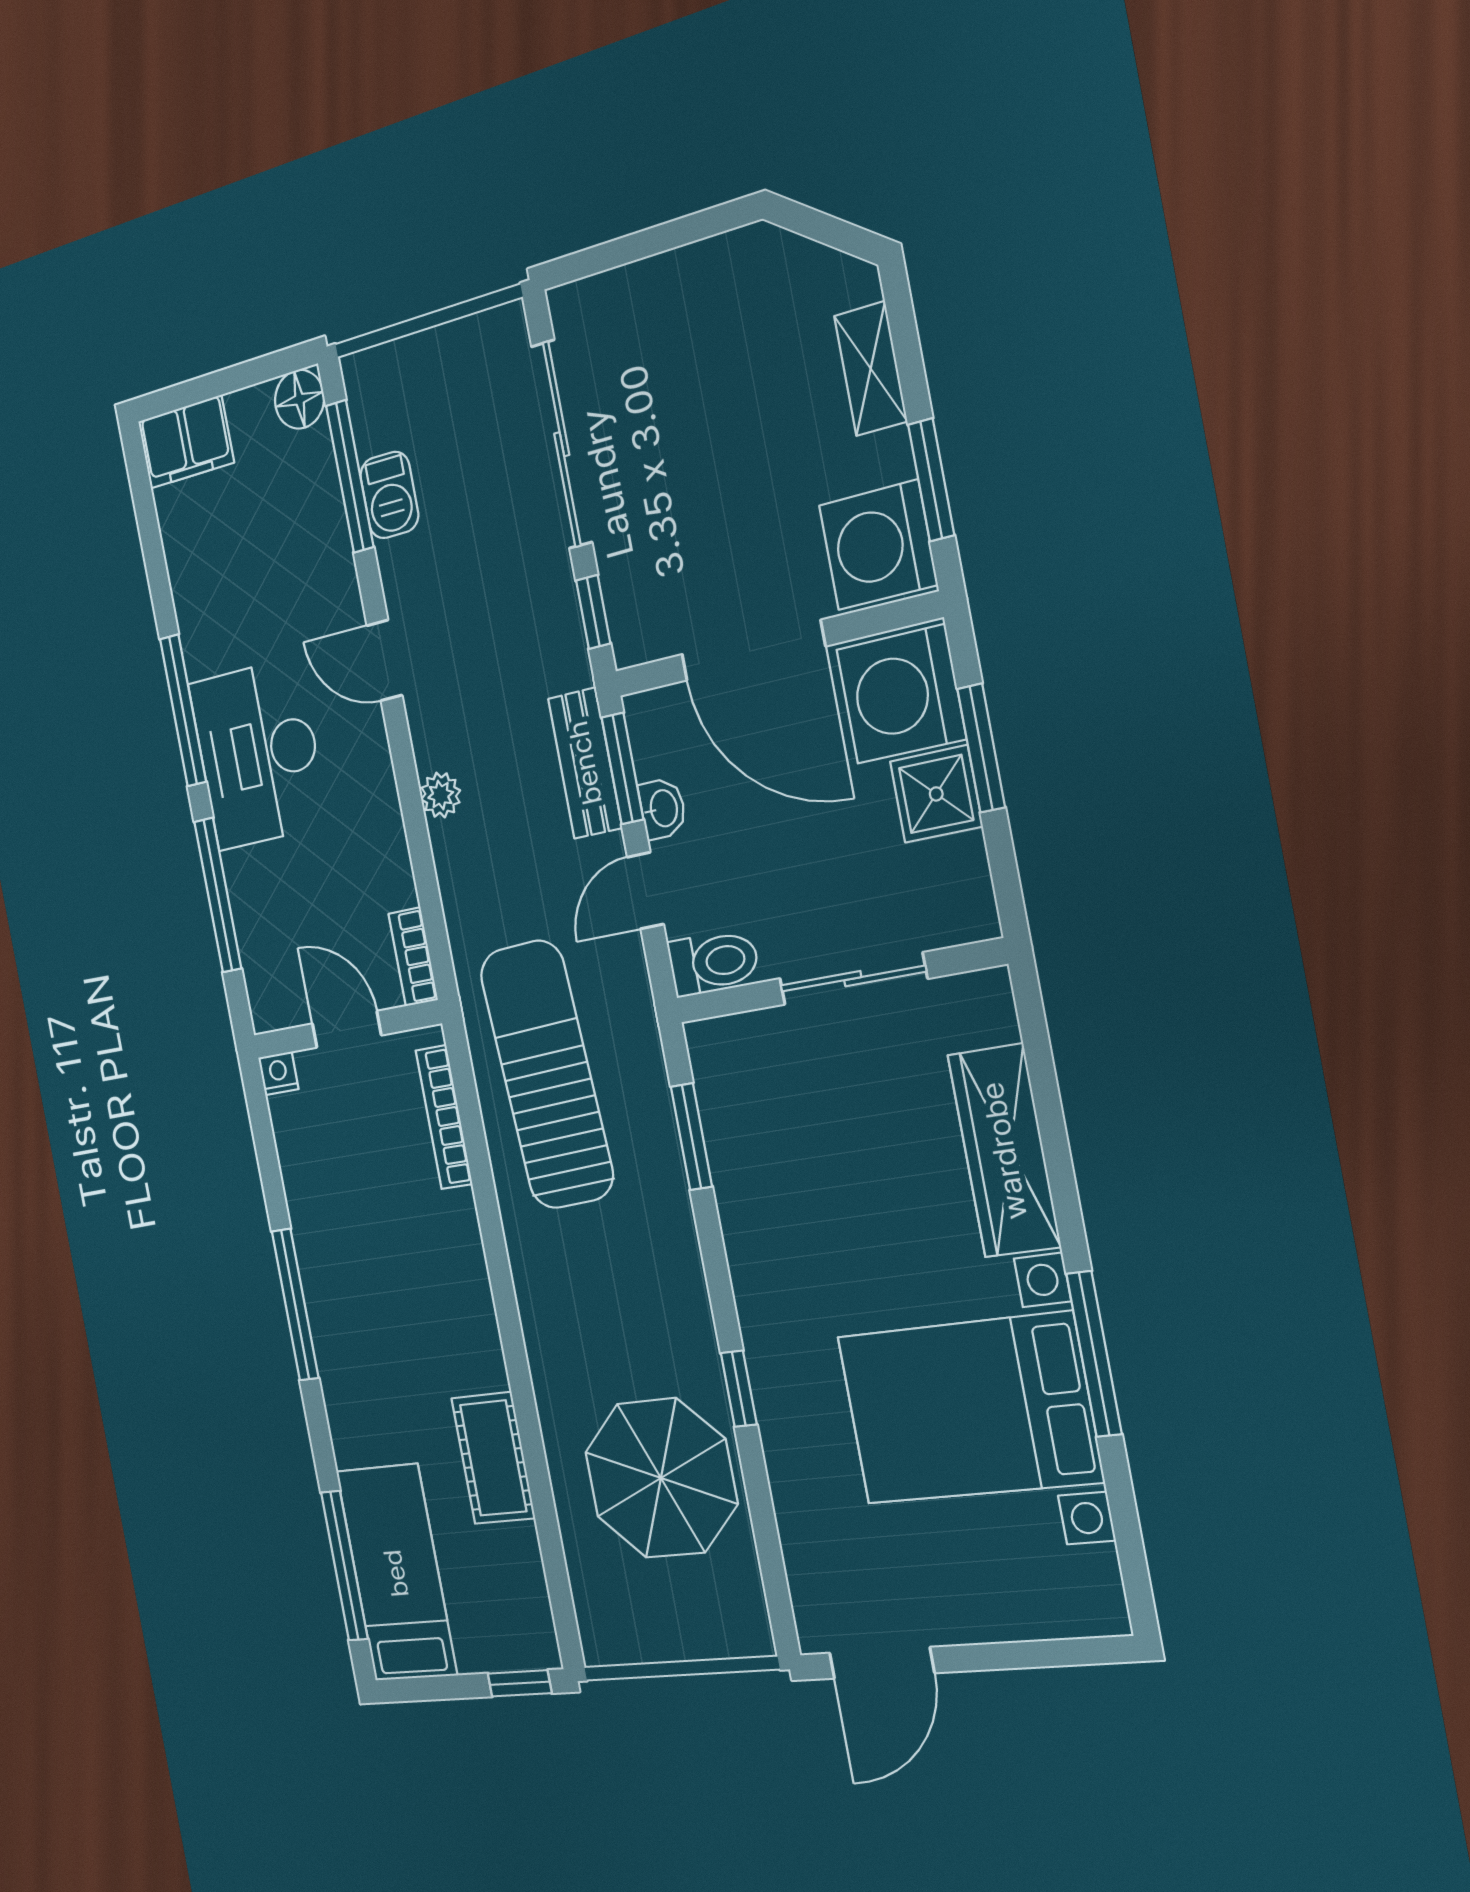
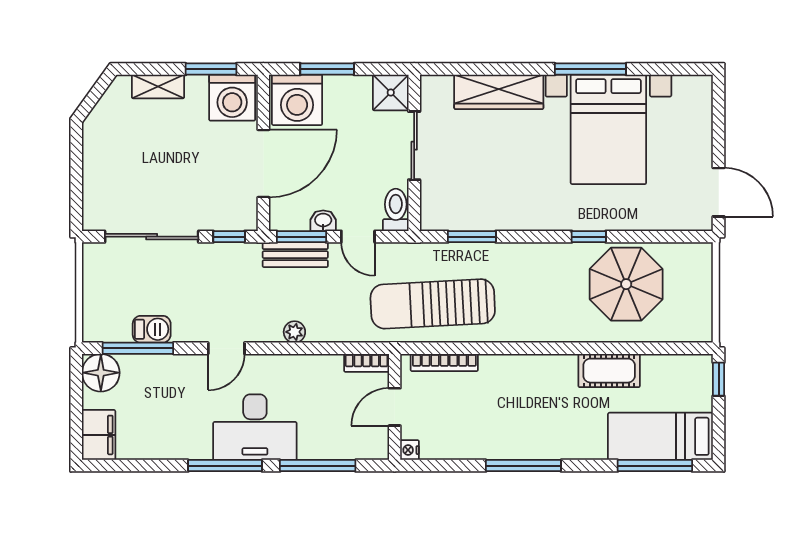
floor lamp: (299, 399) -> (101, 373), width x1.38, depth x1.38
shower: (936, 794) -> (391, 93), moved

